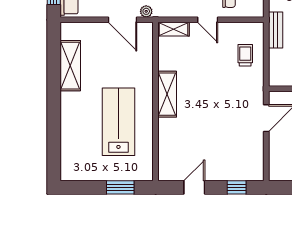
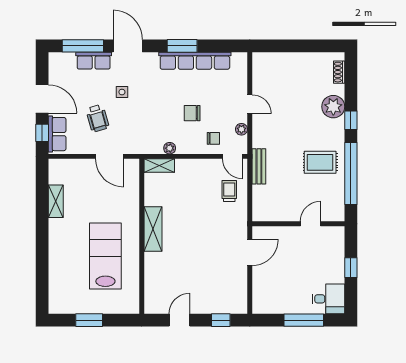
plant: (146, 11) -> (170, 148), moved
door: (208, 20) -> (232, 156), moved
shelving: (70, 66) -> (56, 201), width x0.67, depth x0.75
window: (120, 187) -> (89, 320), moved

